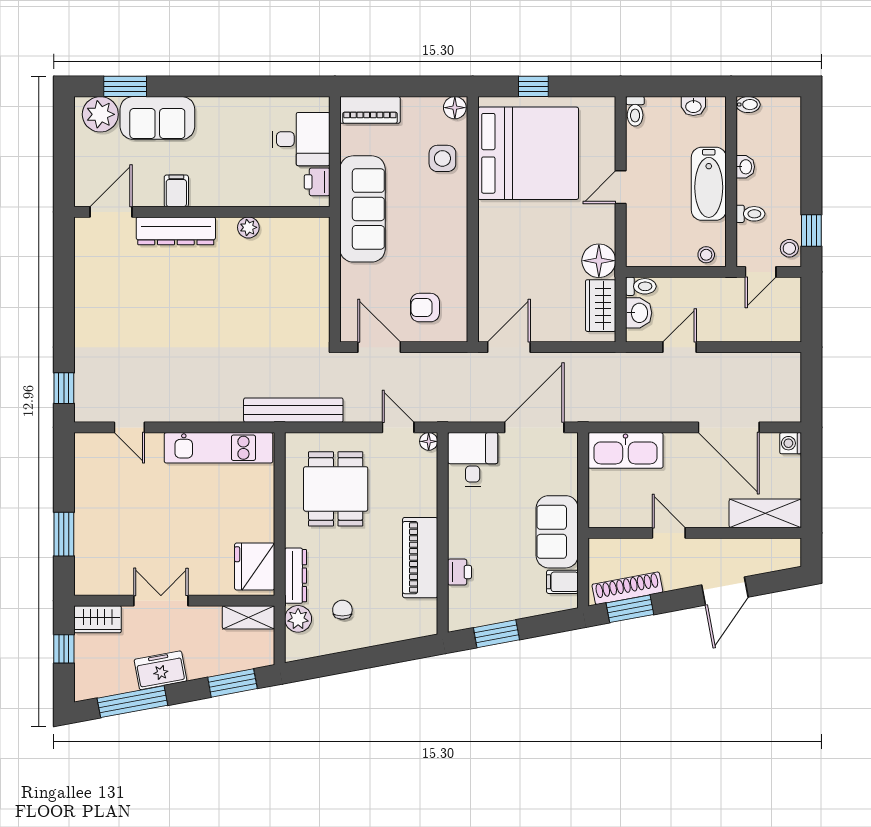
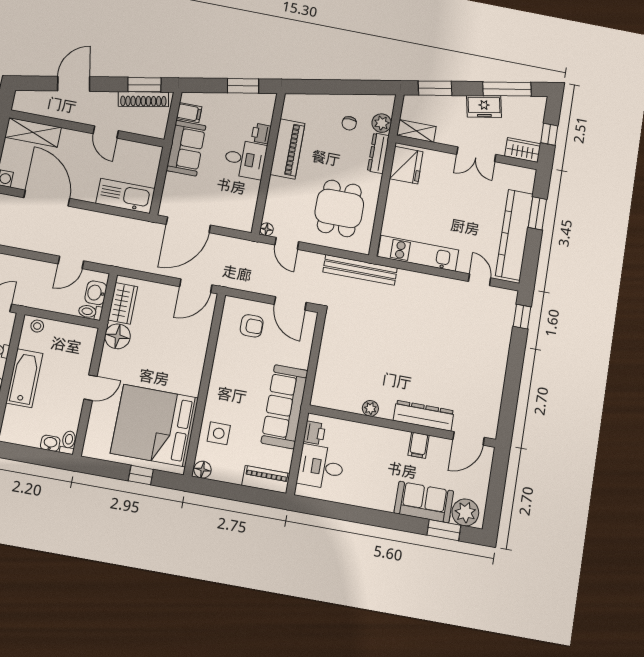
washbasin: (693, 106) -> (50, 443), moved
desk: (473, 459) -> (245, 159), moved, turned -90
kitchen counter: (91, 498) -> (514, 235), added

